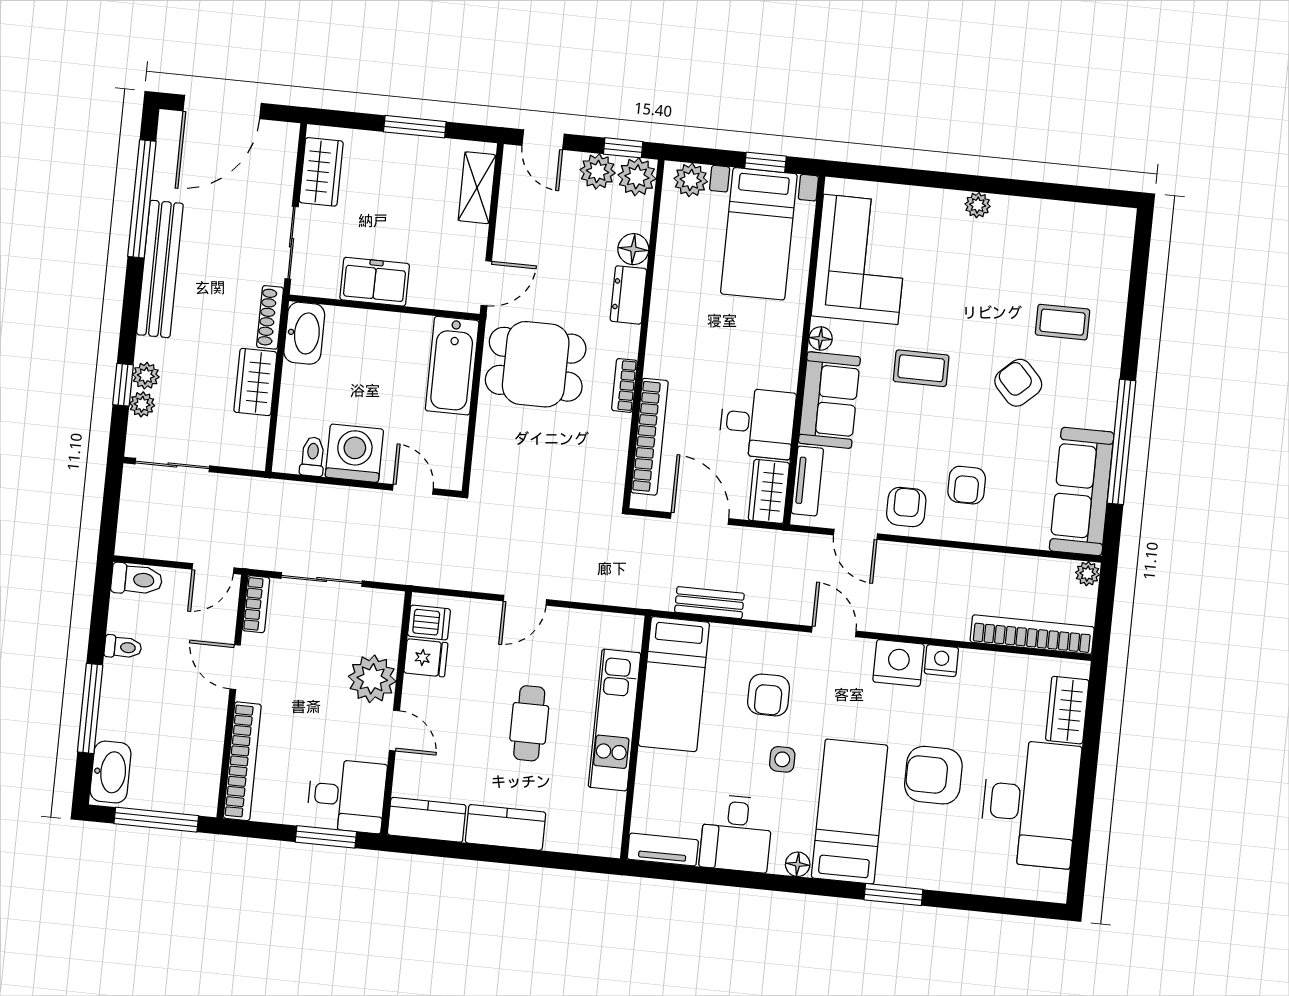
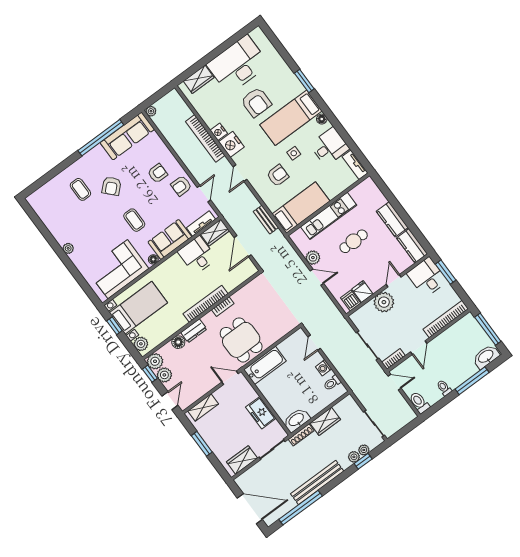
bookcase: (650, 437) -> (205, 304), moved
washing machine: (354, 453) -> (324, 368), width x0.53, depth x0.53
plant: (566, 625) -> (313, 258), added
bookcase: (1032, 634) -> (205, 138), moved

